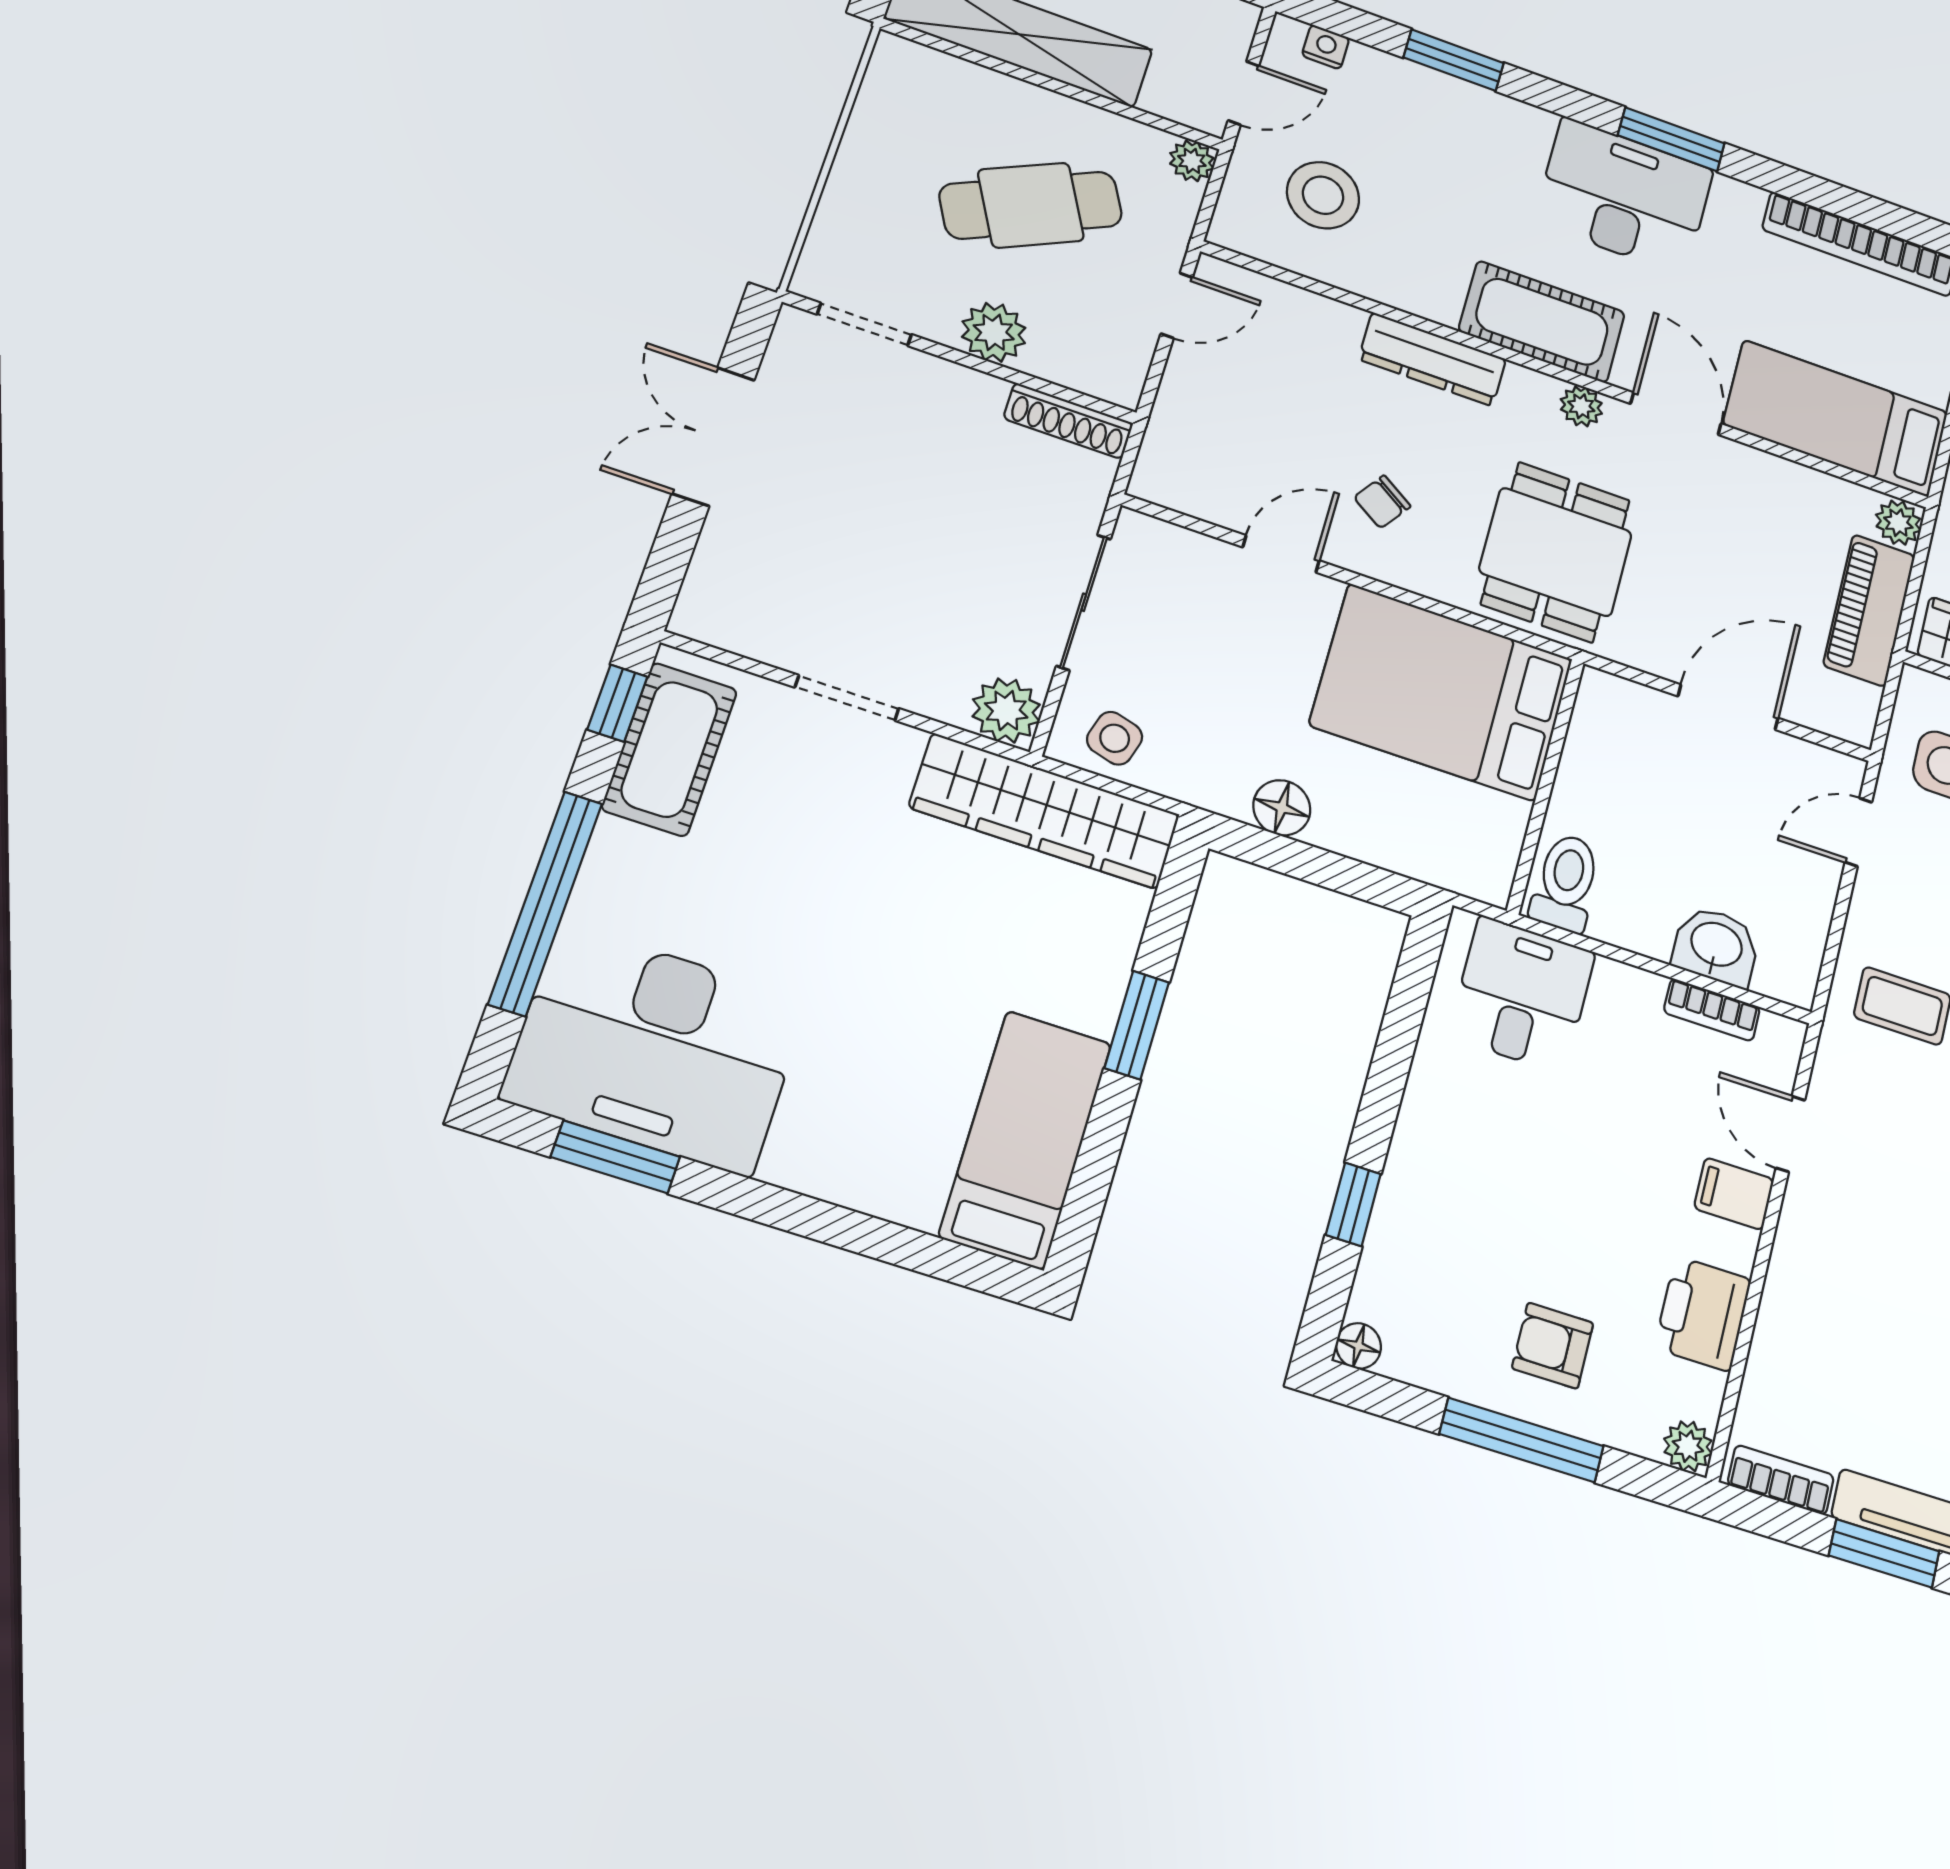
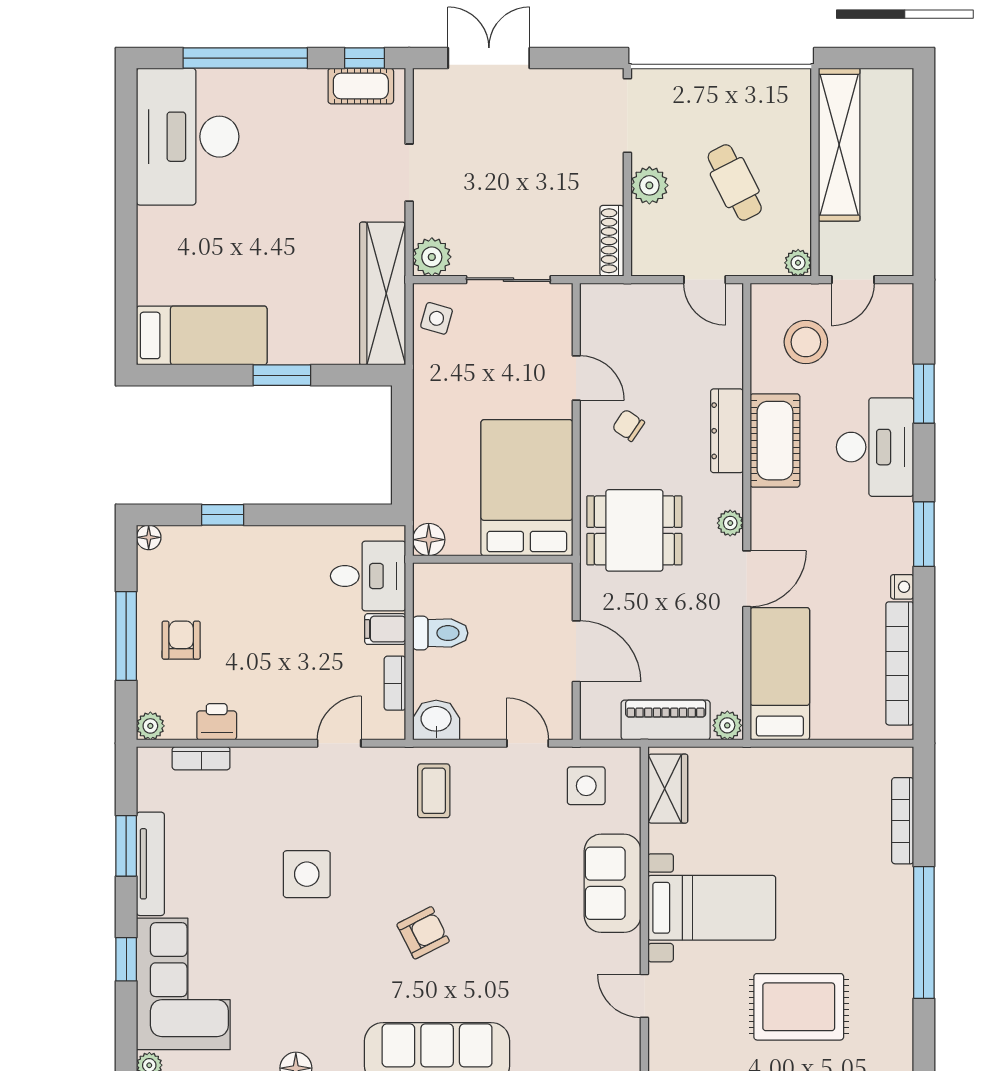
nightstand: (1326, 47) -> (902, 587), moved
door: (1243, 93) -> (853, 280), hinge flipped
desk: (1624, 196) -> (875, 447), moved
cafe table: (1031, 205) -> (735, 183), width x0.73, depth x0.74
cot: (1542, 322) -> (775, 441), moved
doorway: (864, 324) -> (627, 116), width x1.38
double door: (713, 437) -> (489, 58), moved
cot: (669, 749) -> (361, 86), width x0.73, depth x0.75
floor lamp: (1282, 808) -> (429, 540), moved
toilet: (1566, 883) -> (440, 633), moved
washbasin: (1716, 946) -> (436, 720), moved, turned -90
window: (615, 1157) -> (126, 135), removed
filing cabinet: (1734, 1194) -> (385, 629), moved, turned -90
printer: (1703, 1314) -> (217, 722), width x0.73, depth x0.81
bookcase: (1781, 1480) -> (201, 758), moved, turned 90

